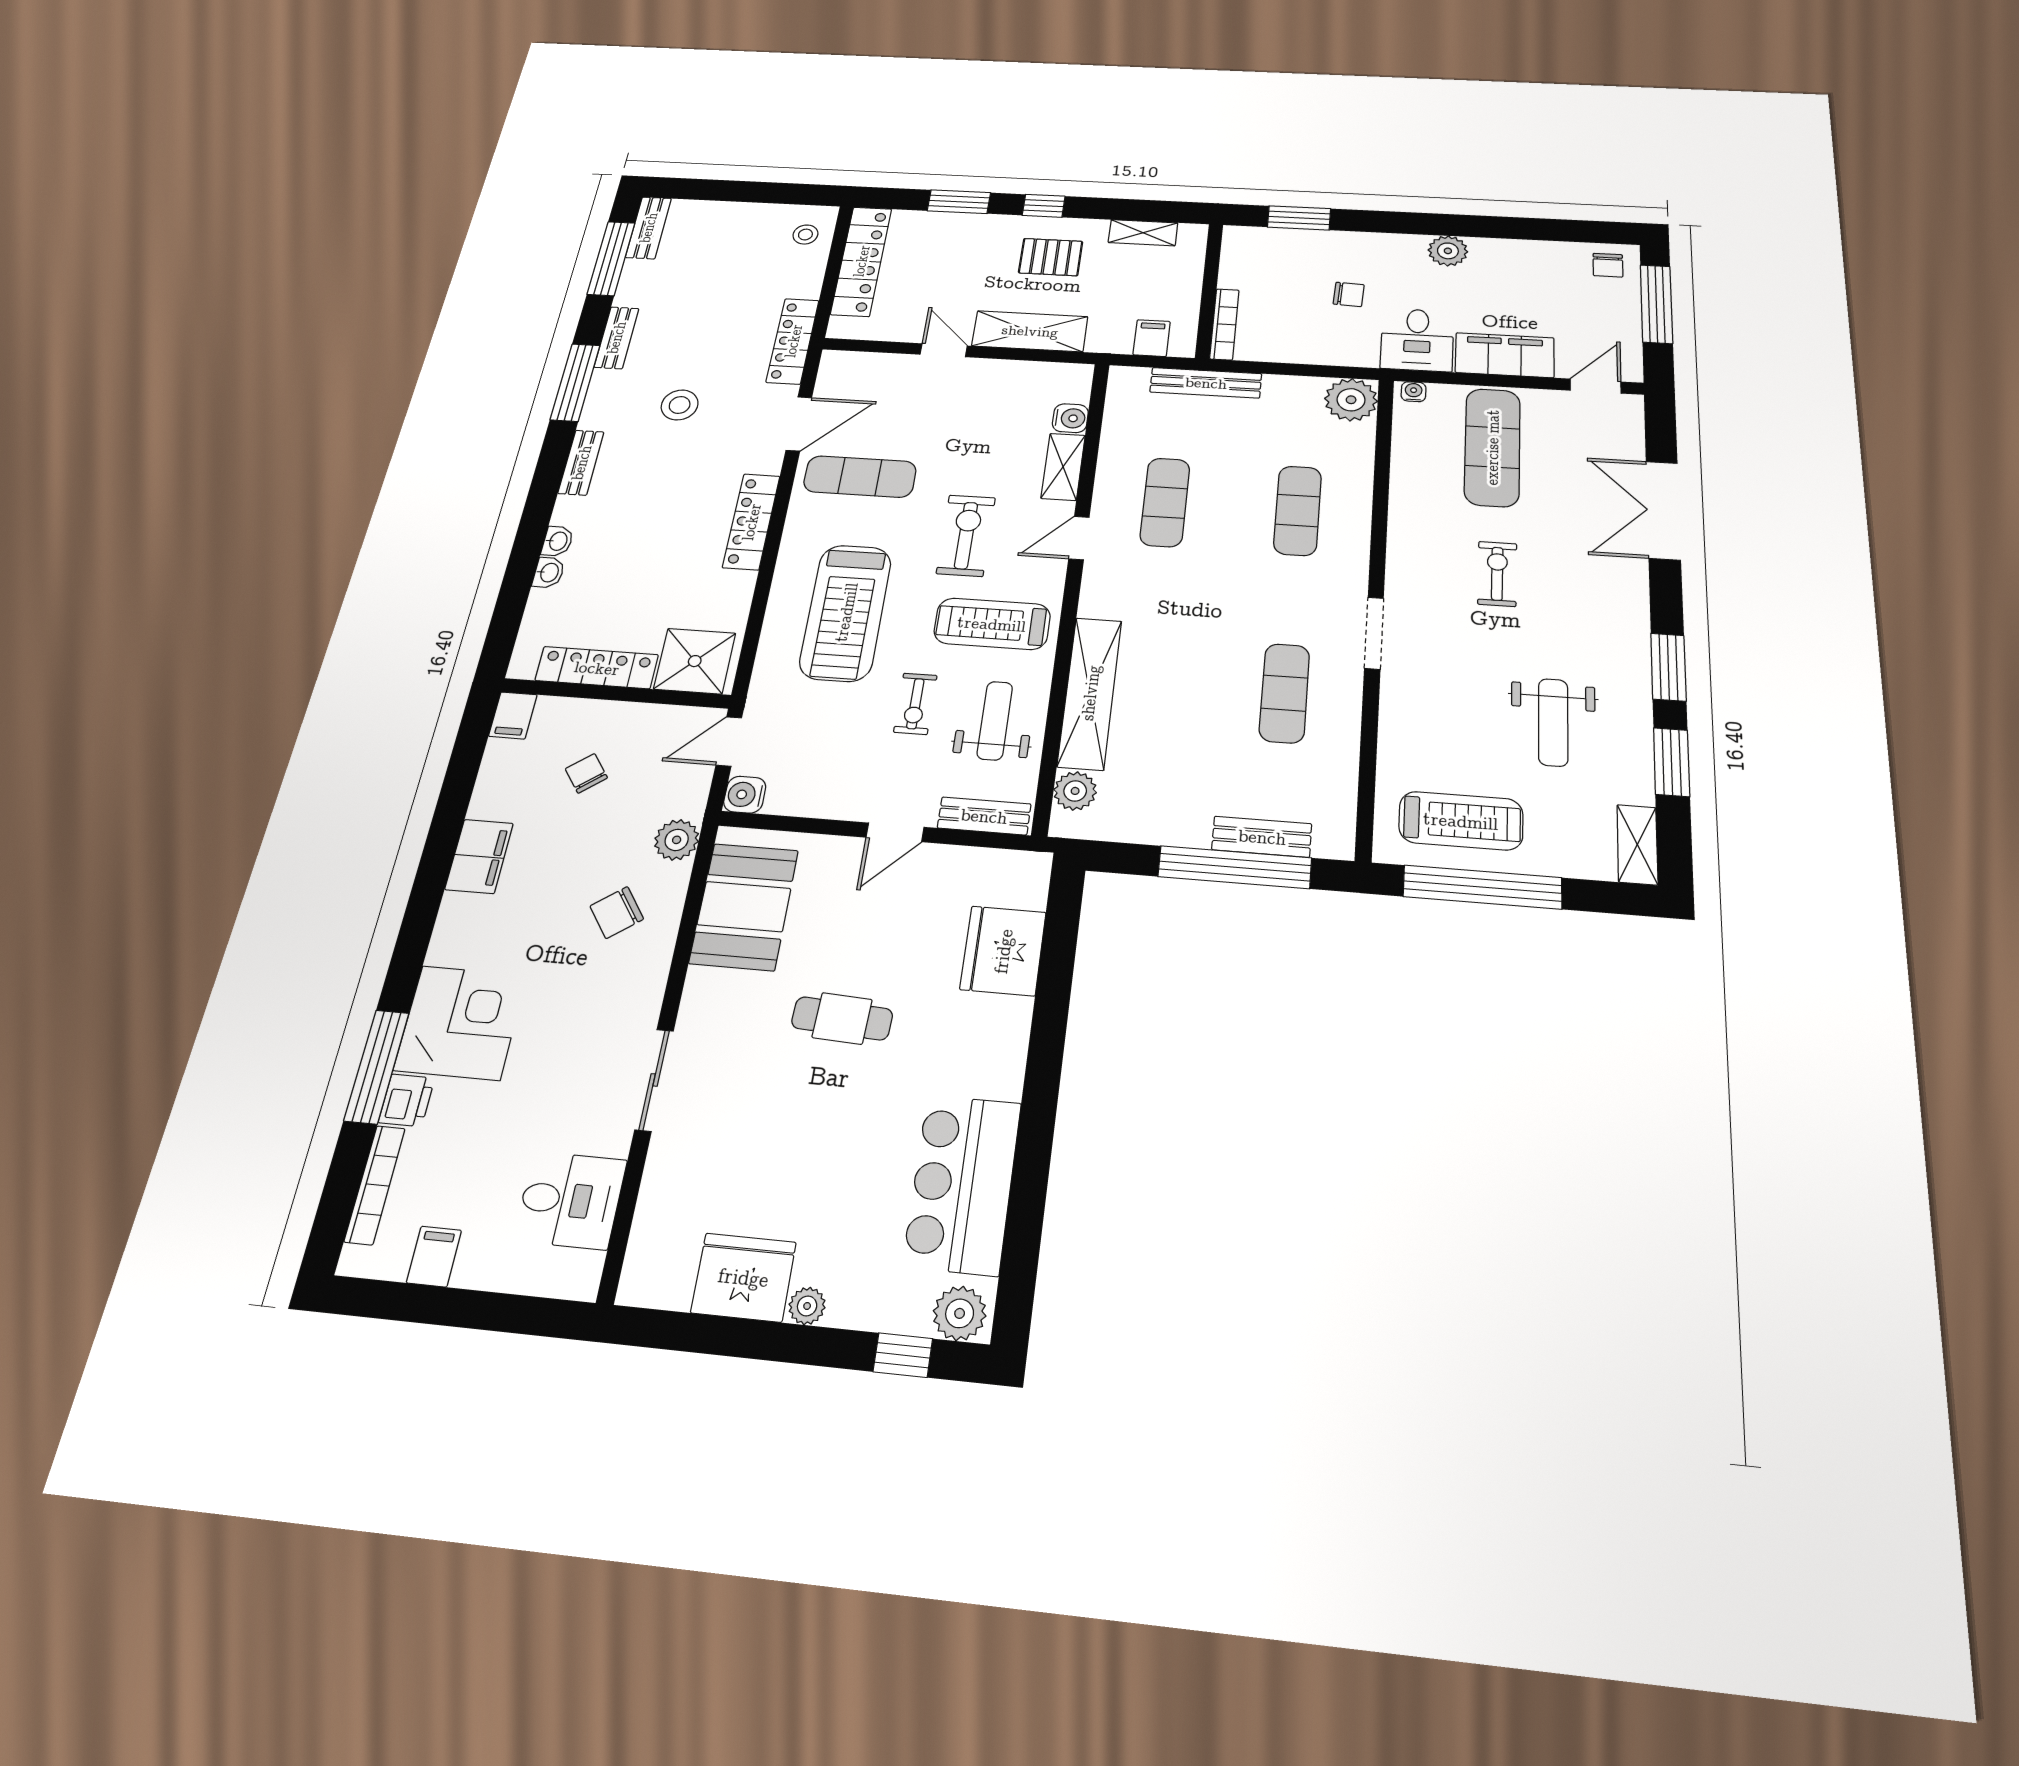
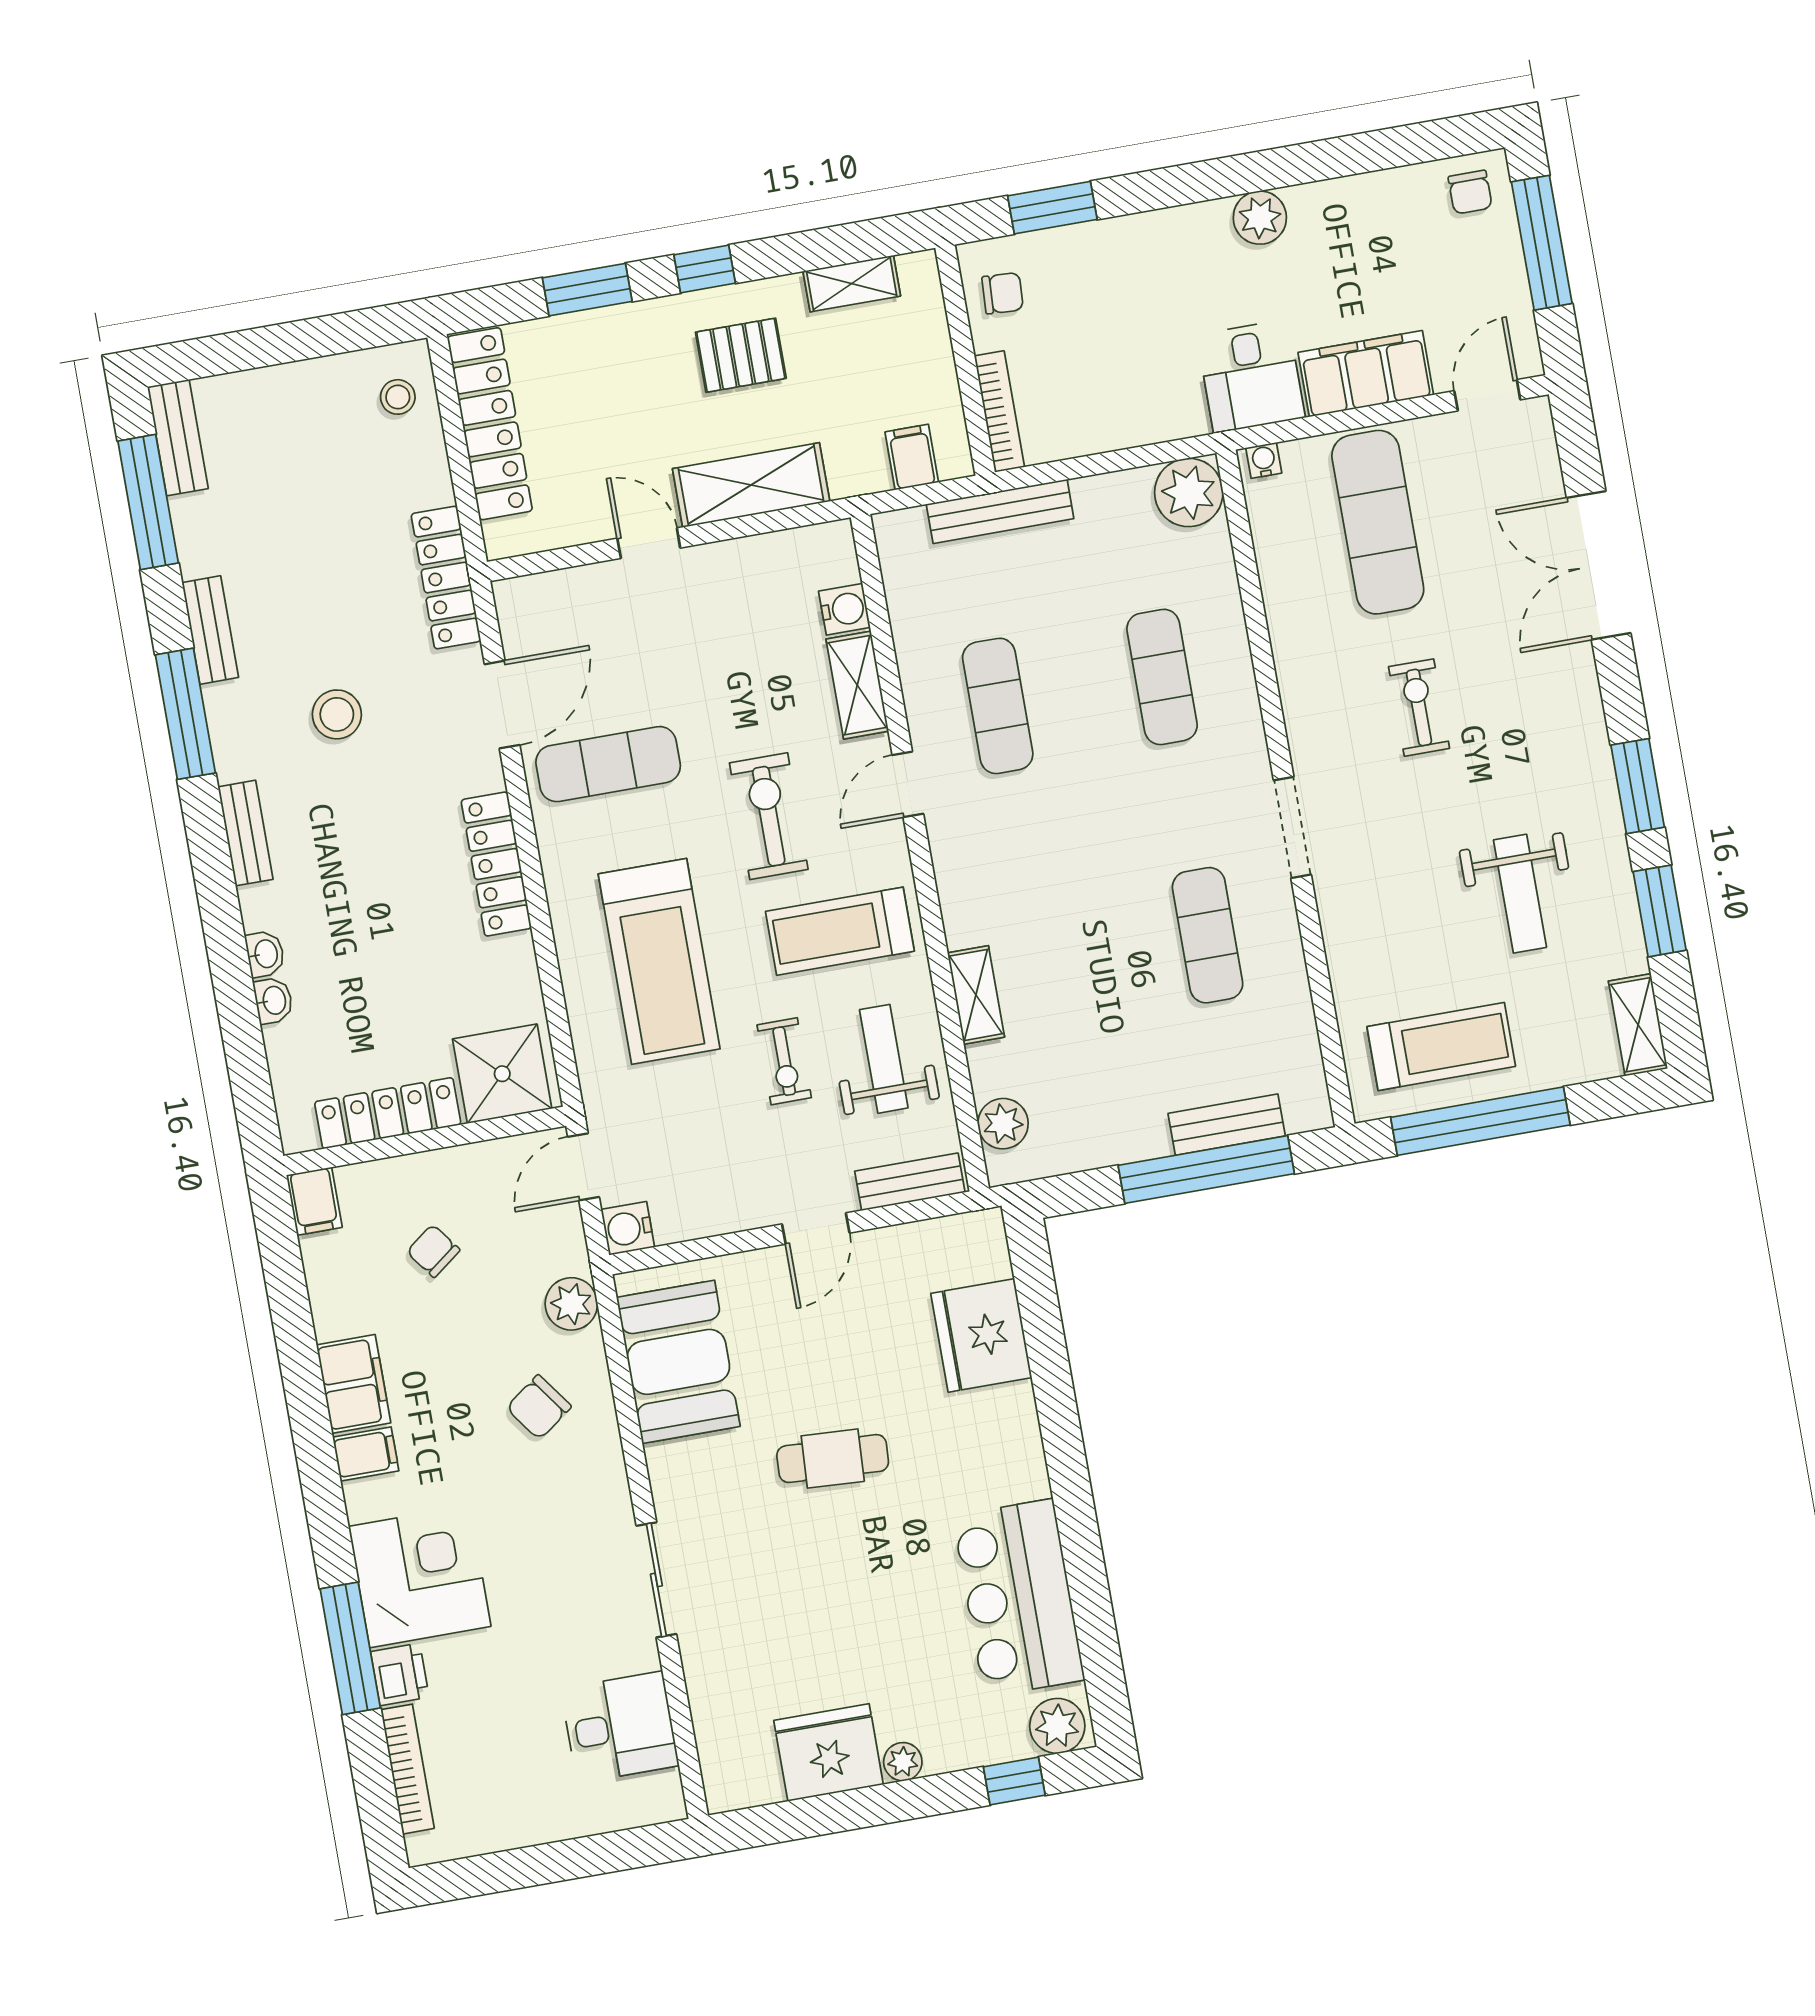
chair: (1349, 294) -> (1003, 293), moved
shelving: (1090, 693) -> (976, 995), width x0.45, depth x0.75
filing cabinet: (434, 1256) -> (366, 1454), moved, turned 90

